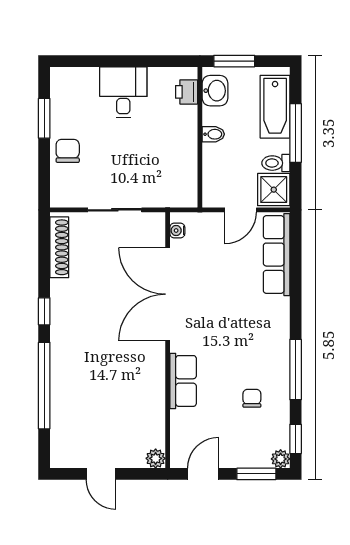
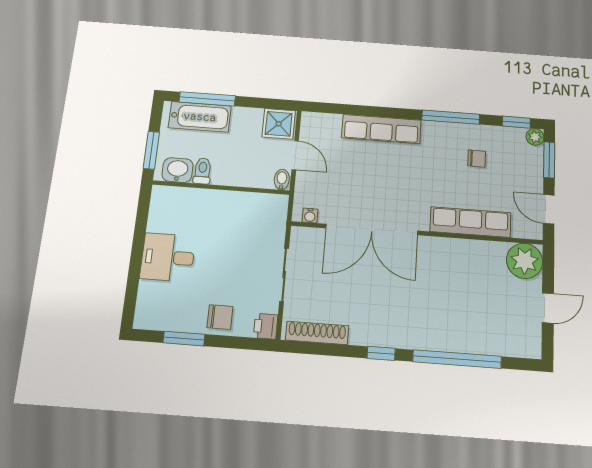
printer: (187, 92) -> (266, 326), moved, turned 90
window: (296, 133) -> (207, 99), moved
bidet: (213, 134) -> (282, 179), moved
chair: (68, 151) -> (220, 317), turned 180
toilet: (276, 163) -> (202, 171), moved, turned 180
row of seats: (277, 255) -> (381, 129), moved
row of seats: (183, 381) -> (471, 222), width x1.48
chair: (252, 398) -> (477, 158), turned 180
plant: (156, 458) -> (525, 261), width x1.88, depth x1.88

